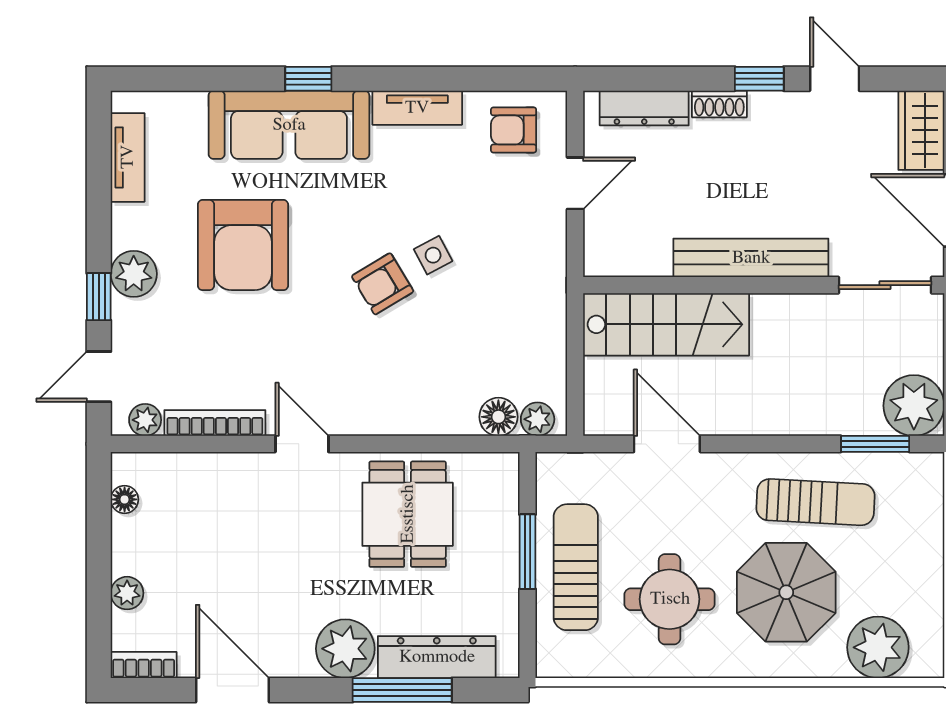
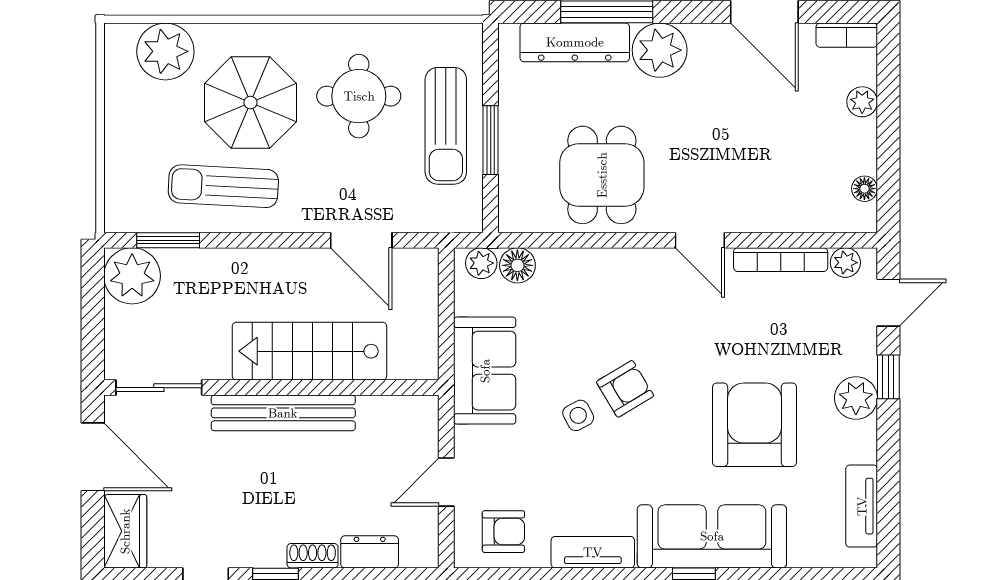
dresser: (644, 108) -> (370, 552), width x0.70
sofa: (534, 303) -> (485, 371), added
stairs: (666, 324) -> (309, 351), moved

